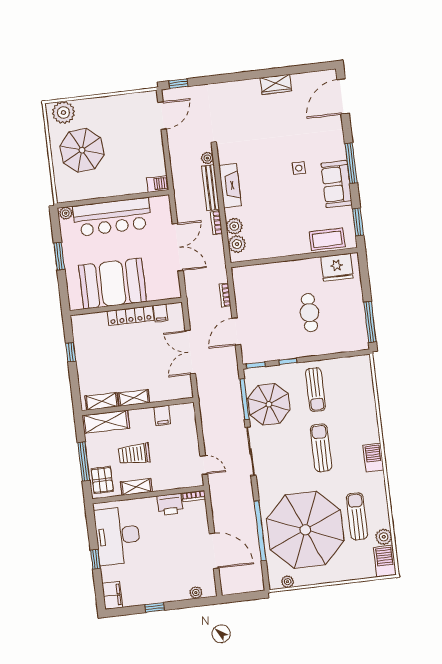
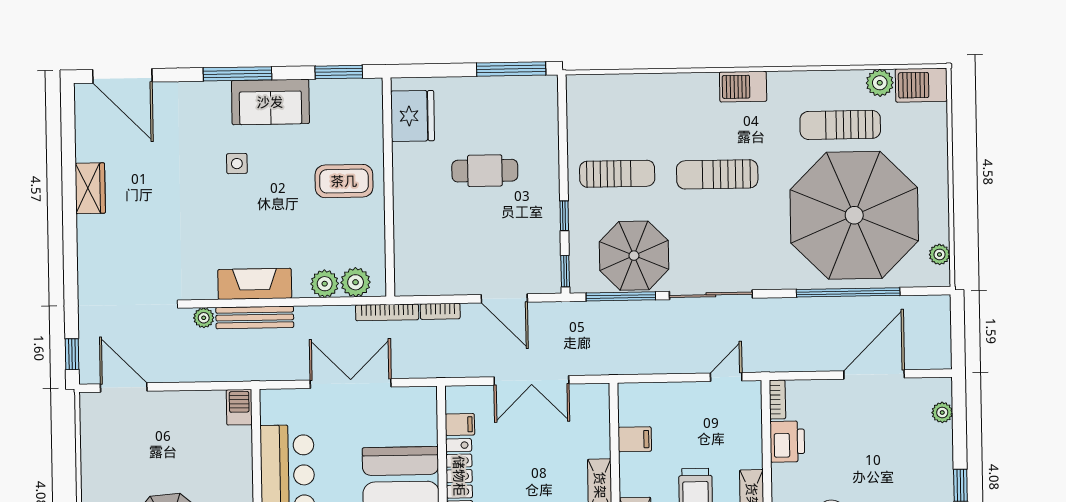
bookcase: (216, 223) -> (387, 312), moved, width x1.56
coffee table: (327, 239) -> (344, 181), moved, turned 90

